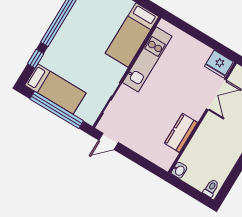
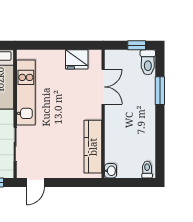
fridge: (219, 64) -> (77, 59), moved
kitchen counter: (181, 133) -> (93, 147), width x1.50

